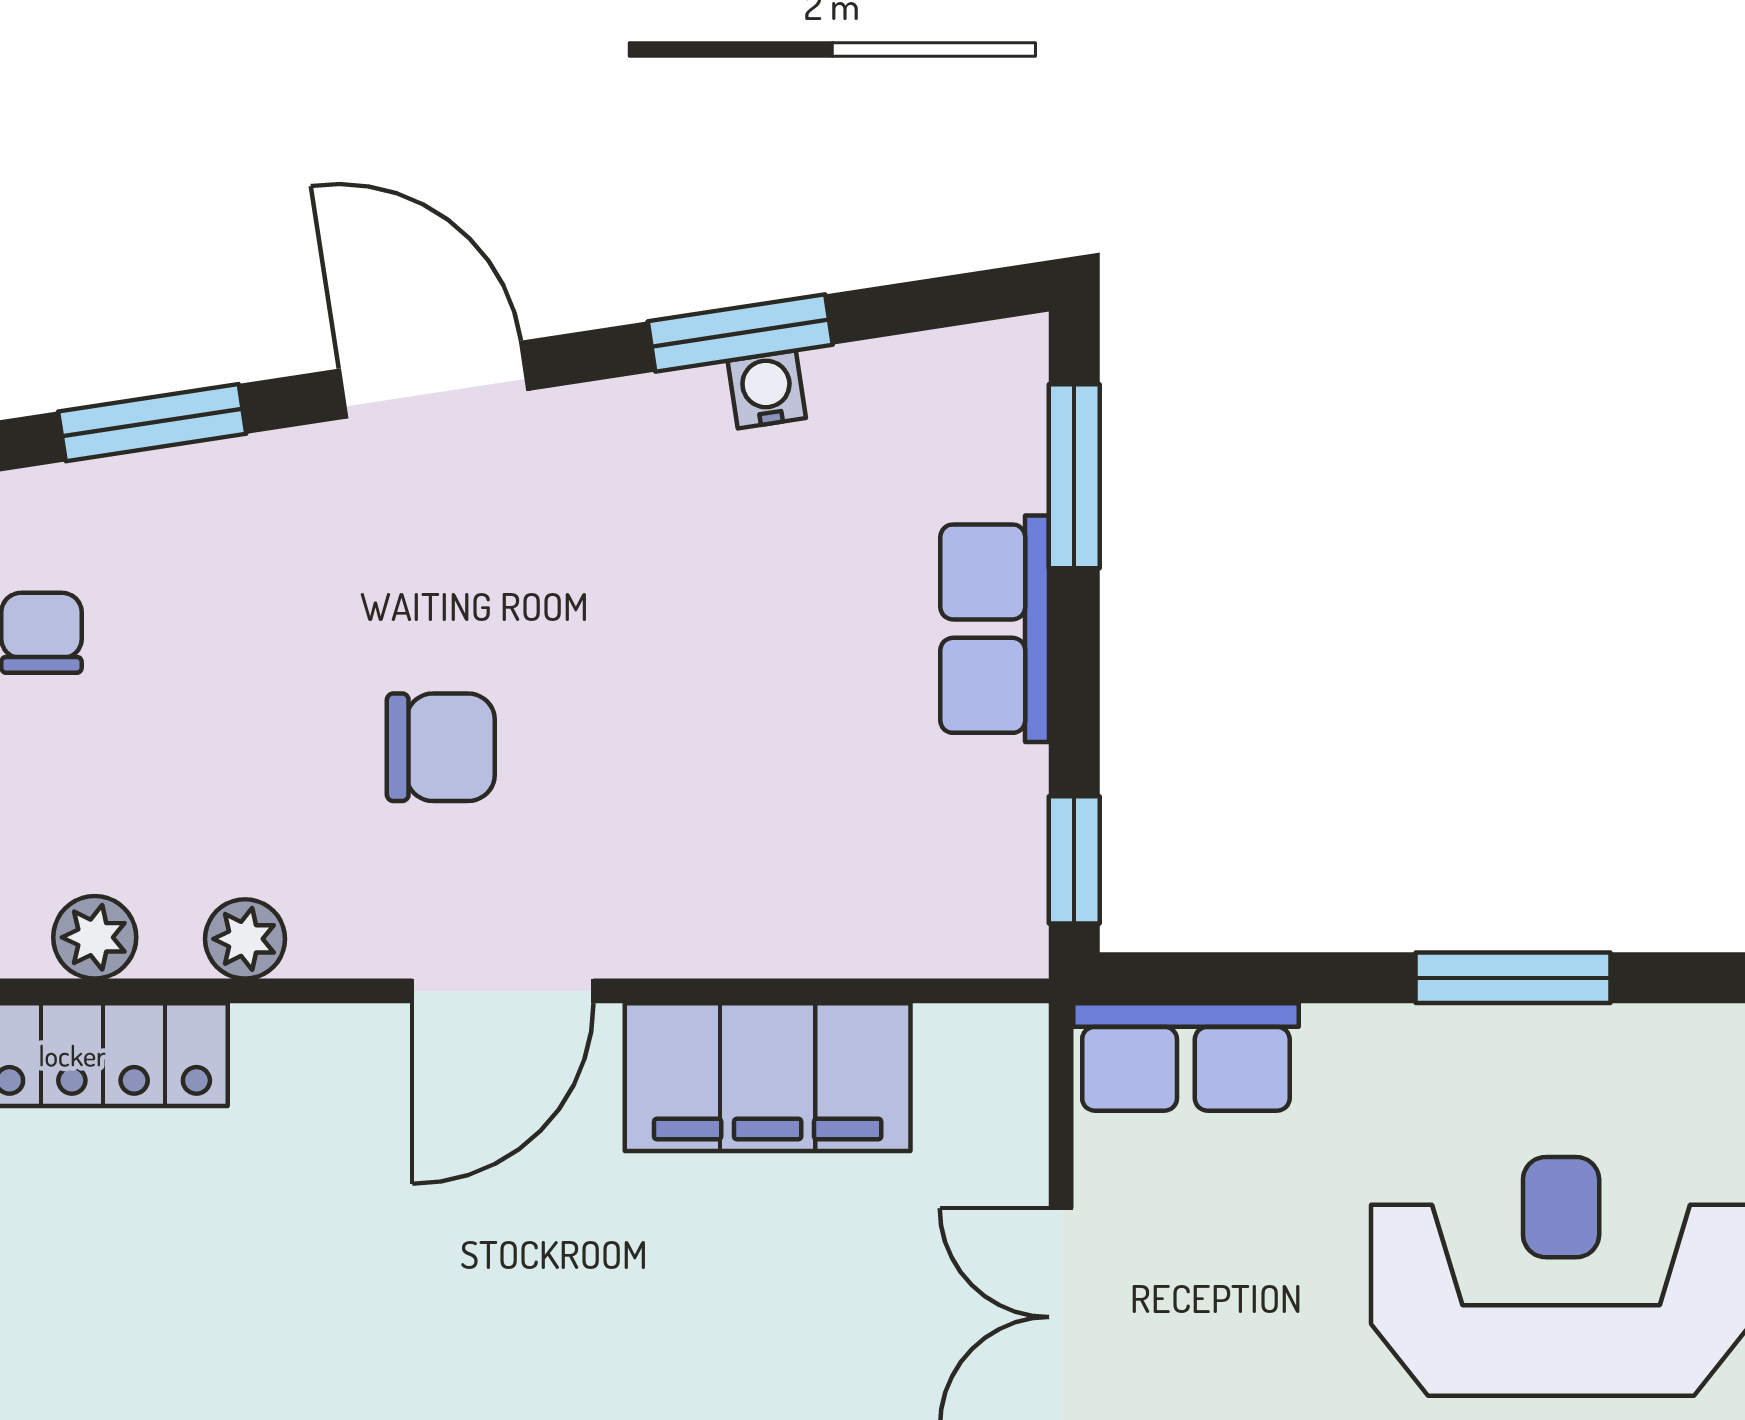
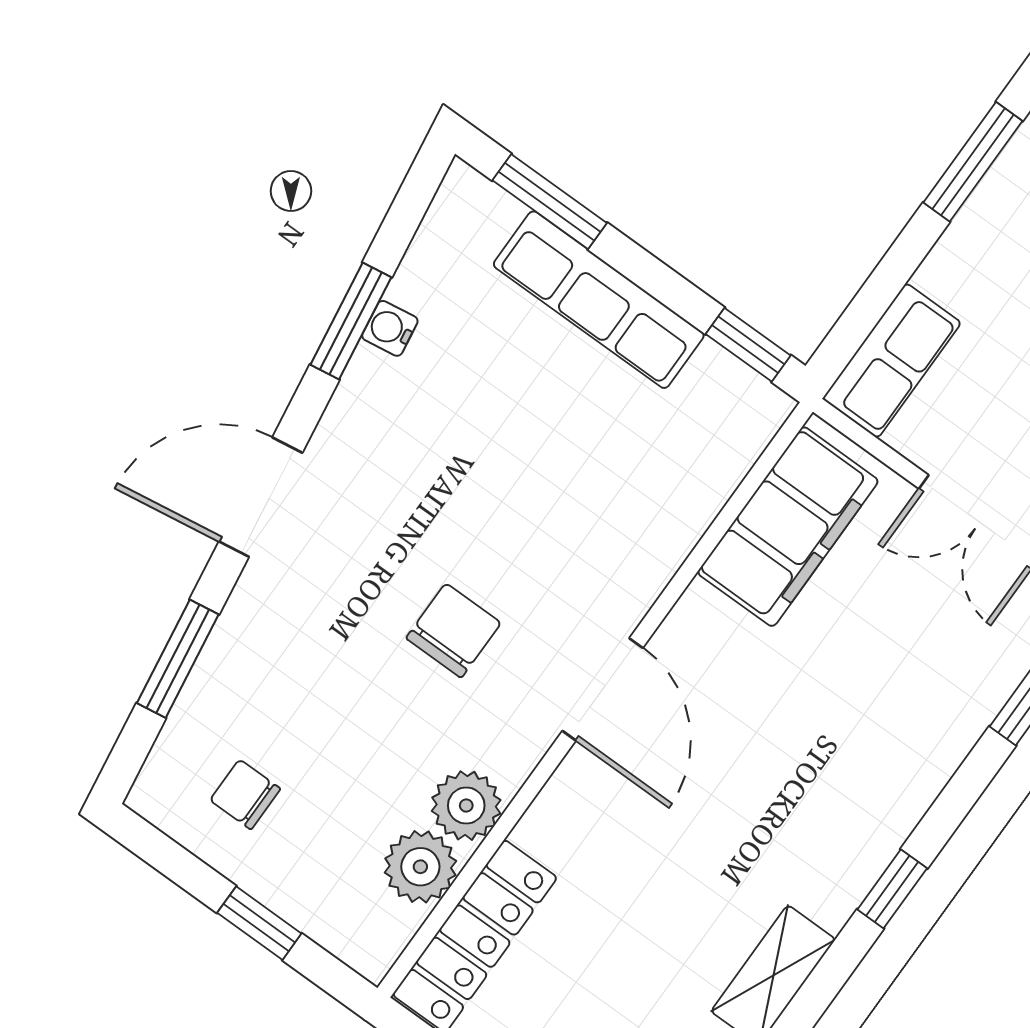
row of seats: (995, 629) -> (599, 300), width x1.48
plant: (95, 937) -> (420, 867), width x1.38, depth x1.38
plant: (245, 939) -> (466, 806), width x1.38, depth x1.38
filing cabinet: (768, 1077) -> (788, 527), moved

